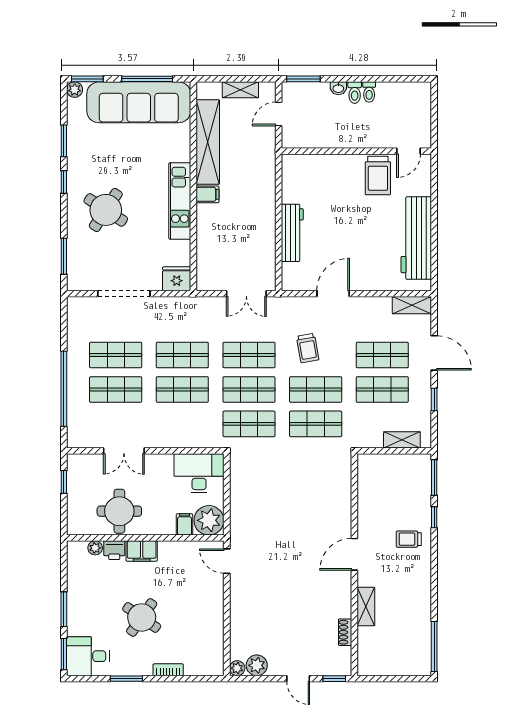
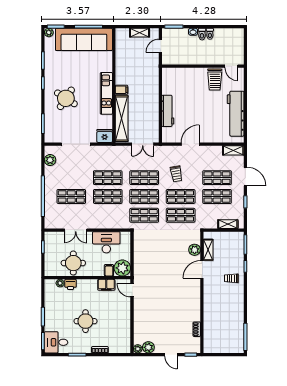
shelving: (208, 142) -> (122, 118), moved
door: (409, 151) -> (231, 66), hinge flipped
plant: (77, 323) -> (50, 160), added
shop shelf: (116, 355) -> (71, 178), removed
desk: (199, 473) -> (106, 242), moved
plant: (341, 487) -> (195, 250), added
filing cabinet: (142, 551) -> (106, 285), moved
door: (354, 554) -> (202, 269), moved
shelving: (366, 607) -> (208, 250), moved
round table: (142, 617) -> (85, 321), turned -35

